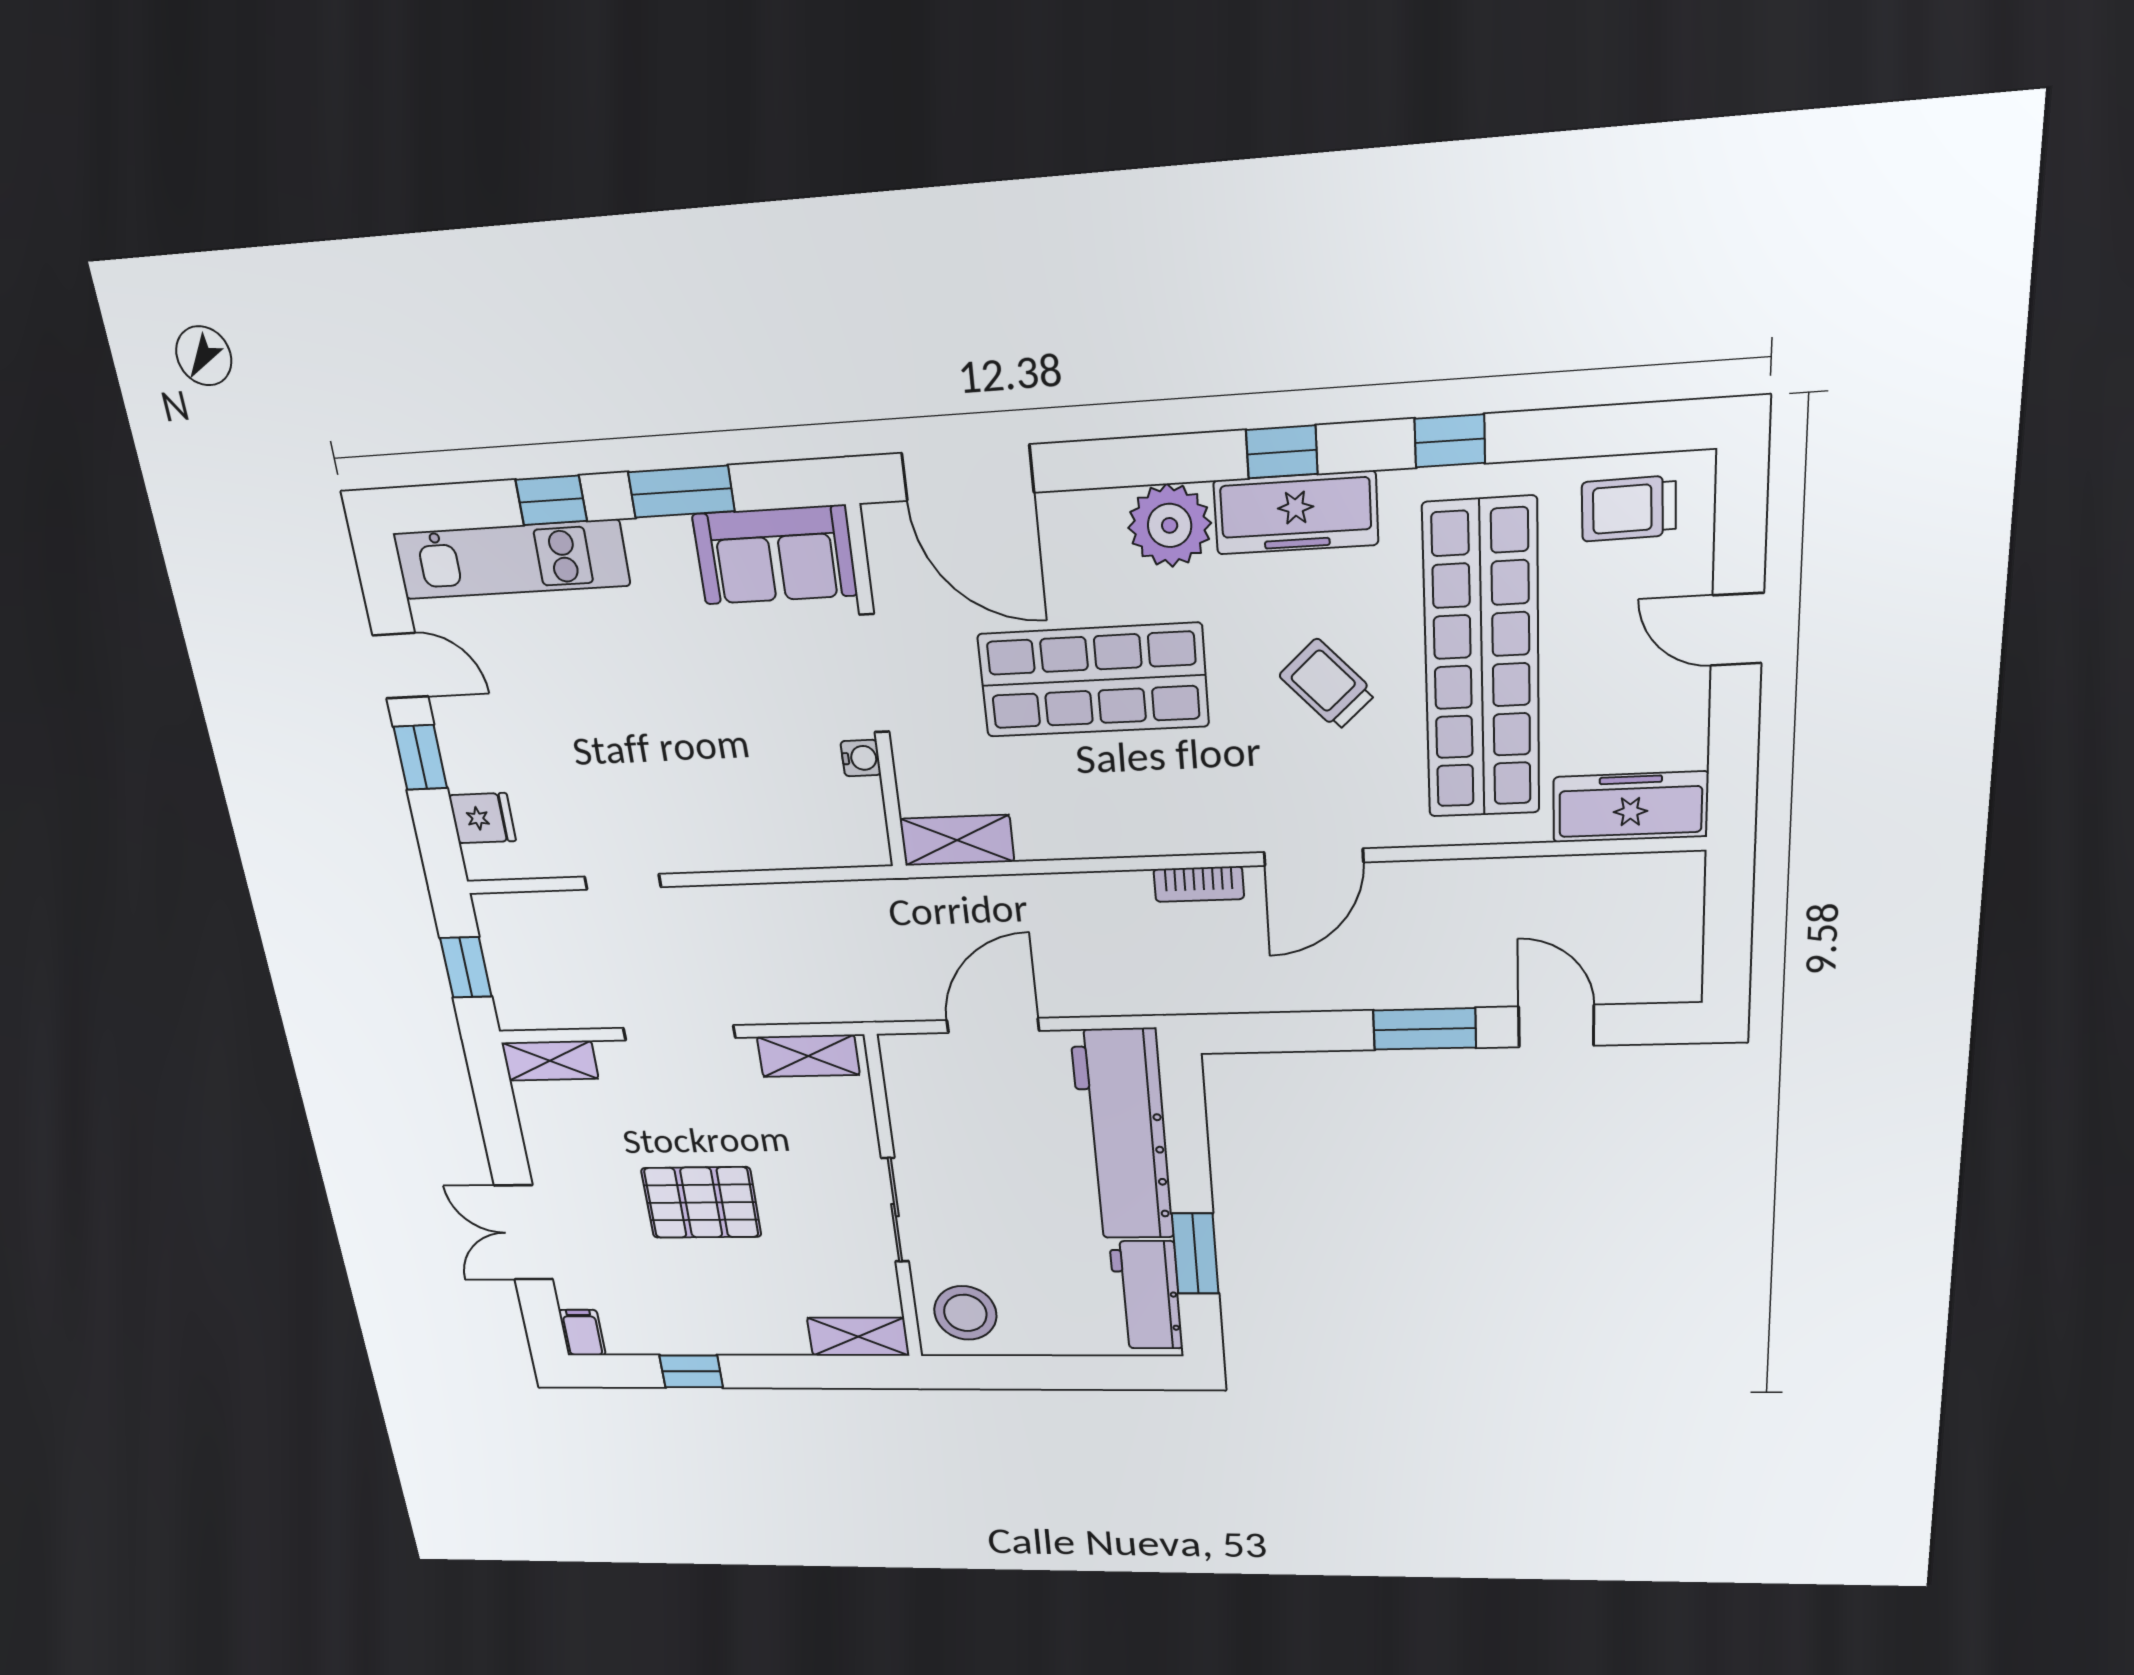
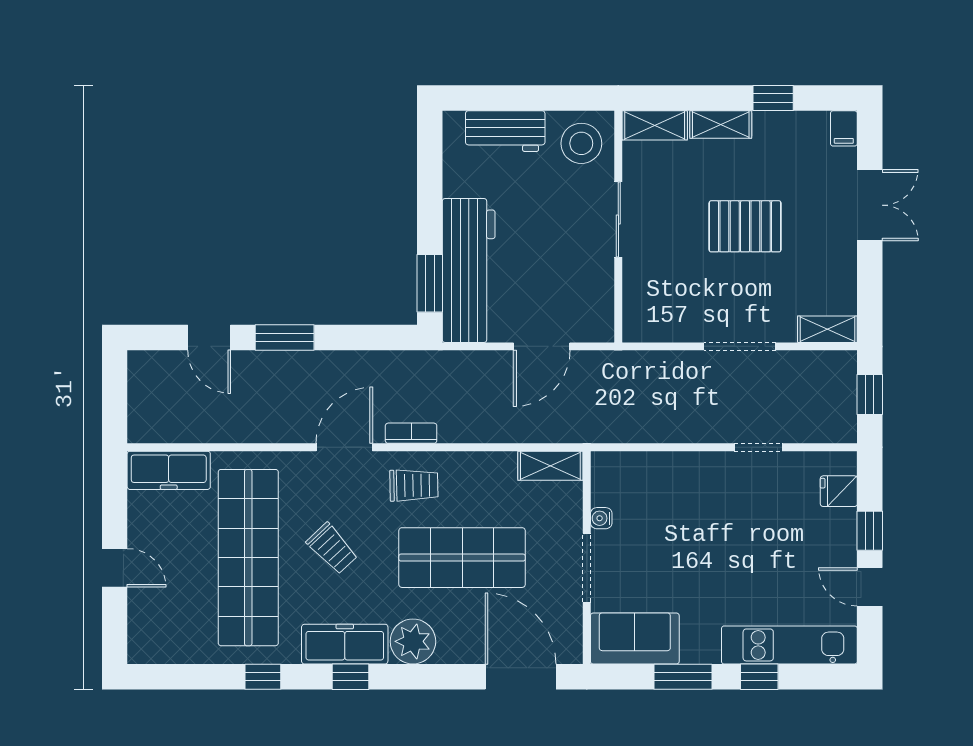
trolley: (1629, 509) -> (414, 485), moved
shelving: (808, 1056) -> (721, 125), moved
window: (1195, 1254) -> (430, 283), moved
workbench: (1146, 1295) -> (505, 131), moved, turned 90

